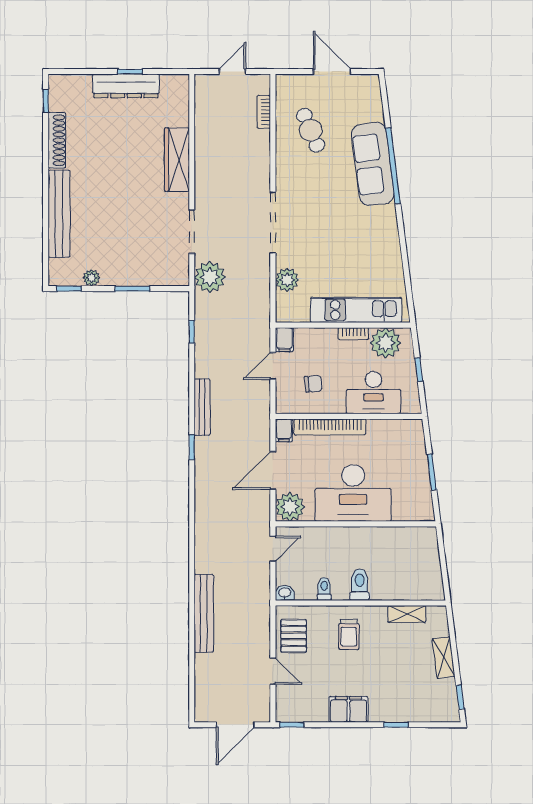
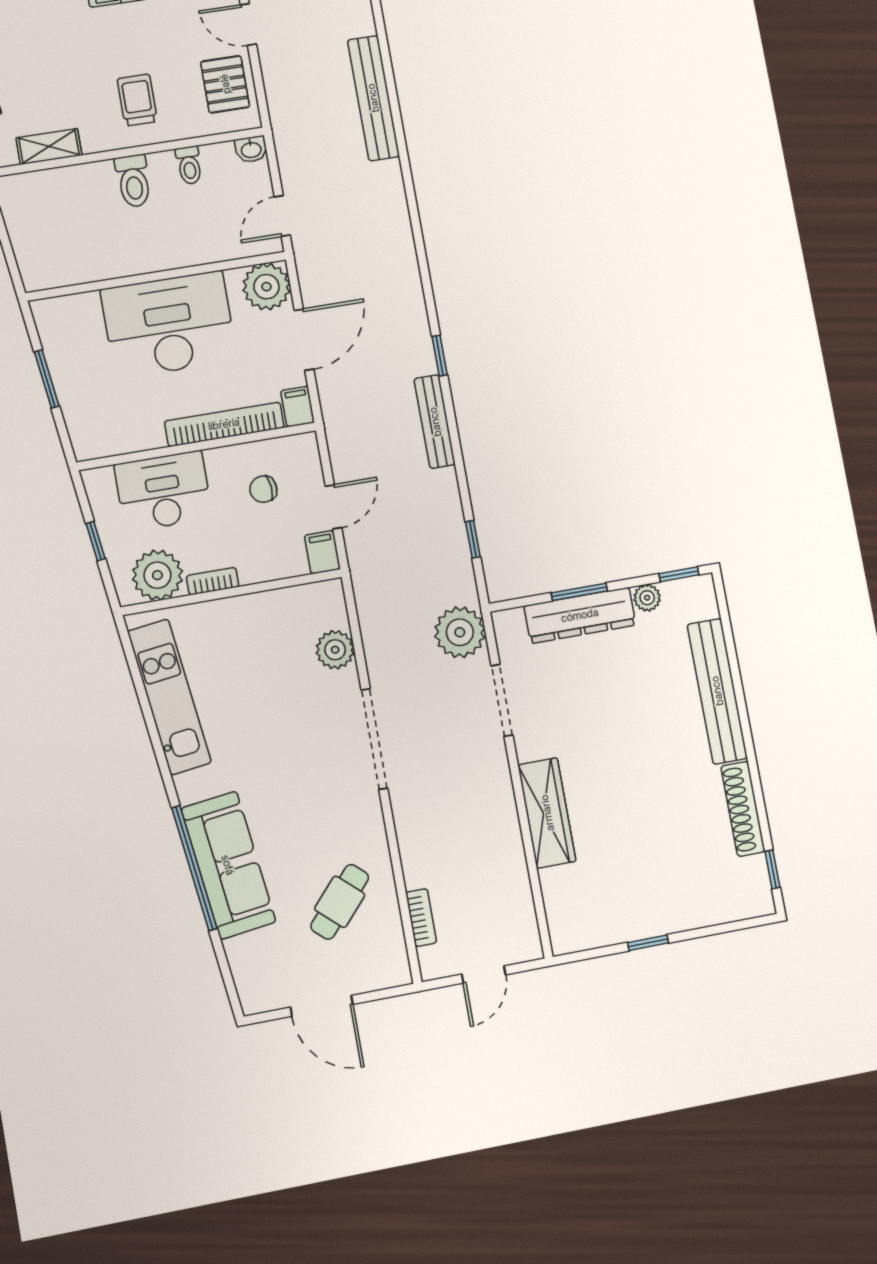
dresser: (126, 86) -> (580, 615), moved, turned 180
cafe table: (311, 130) -> (340, 902), turned 65
kitchen unit: (356, 310) -> (169, 697), moved, turned -97

